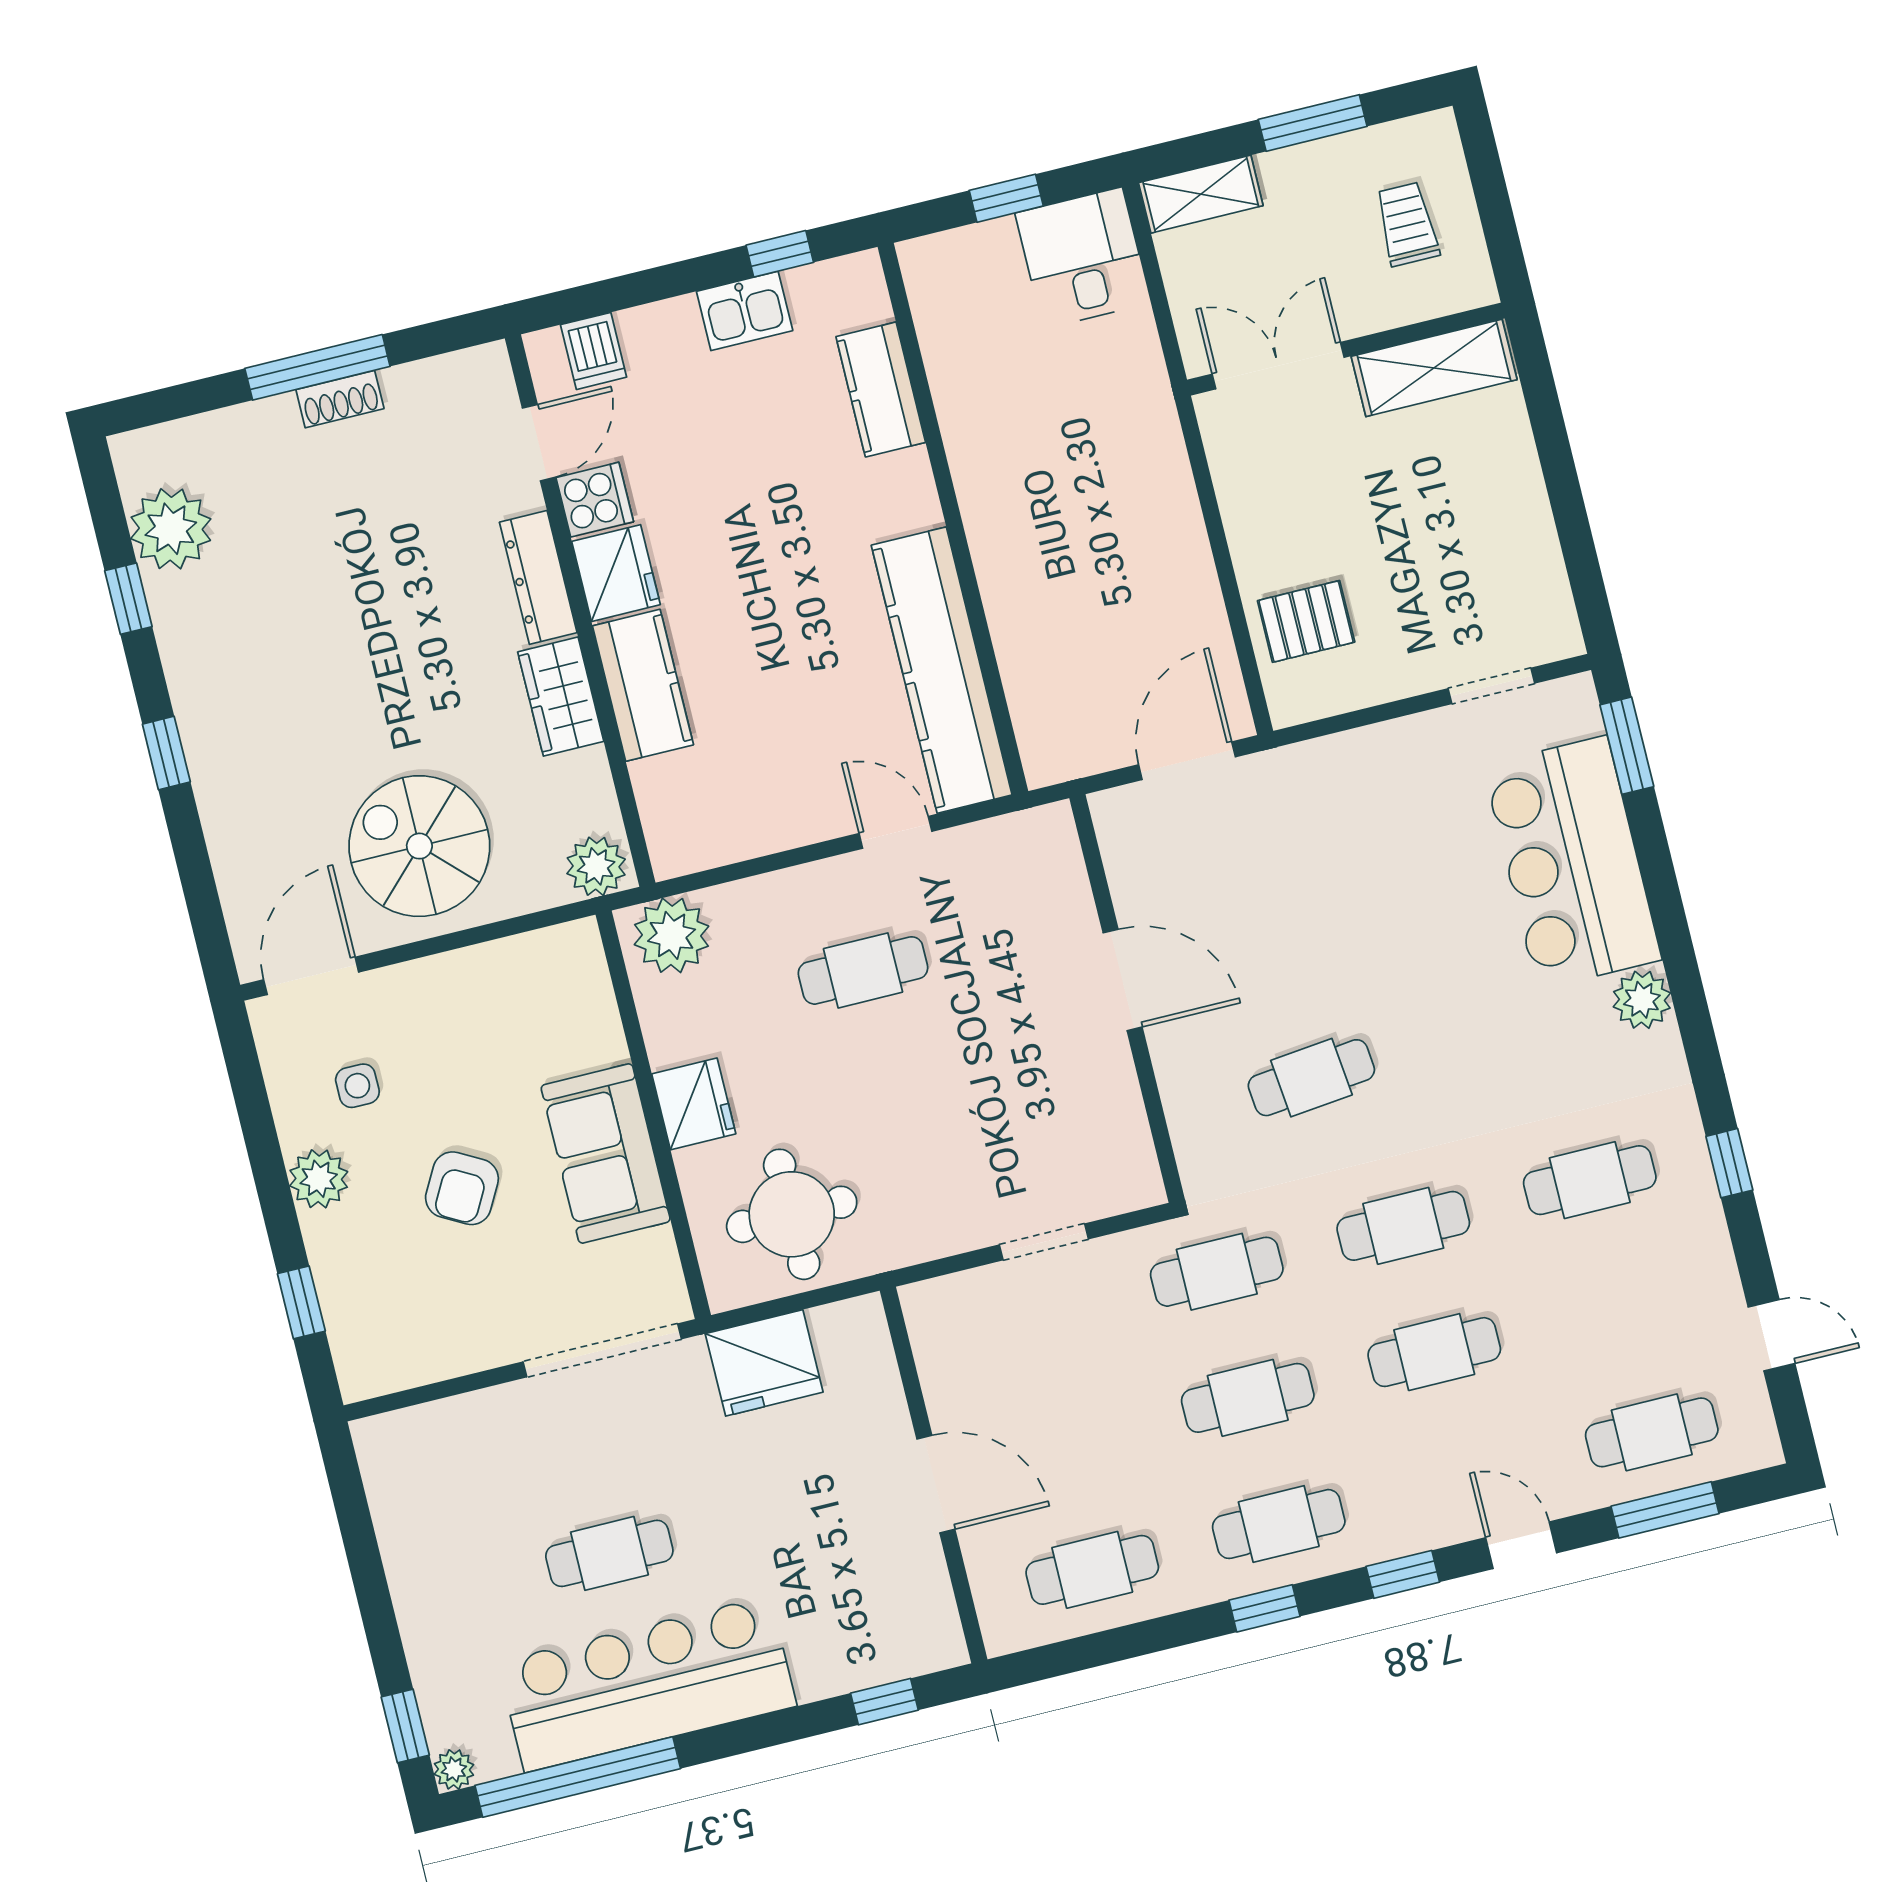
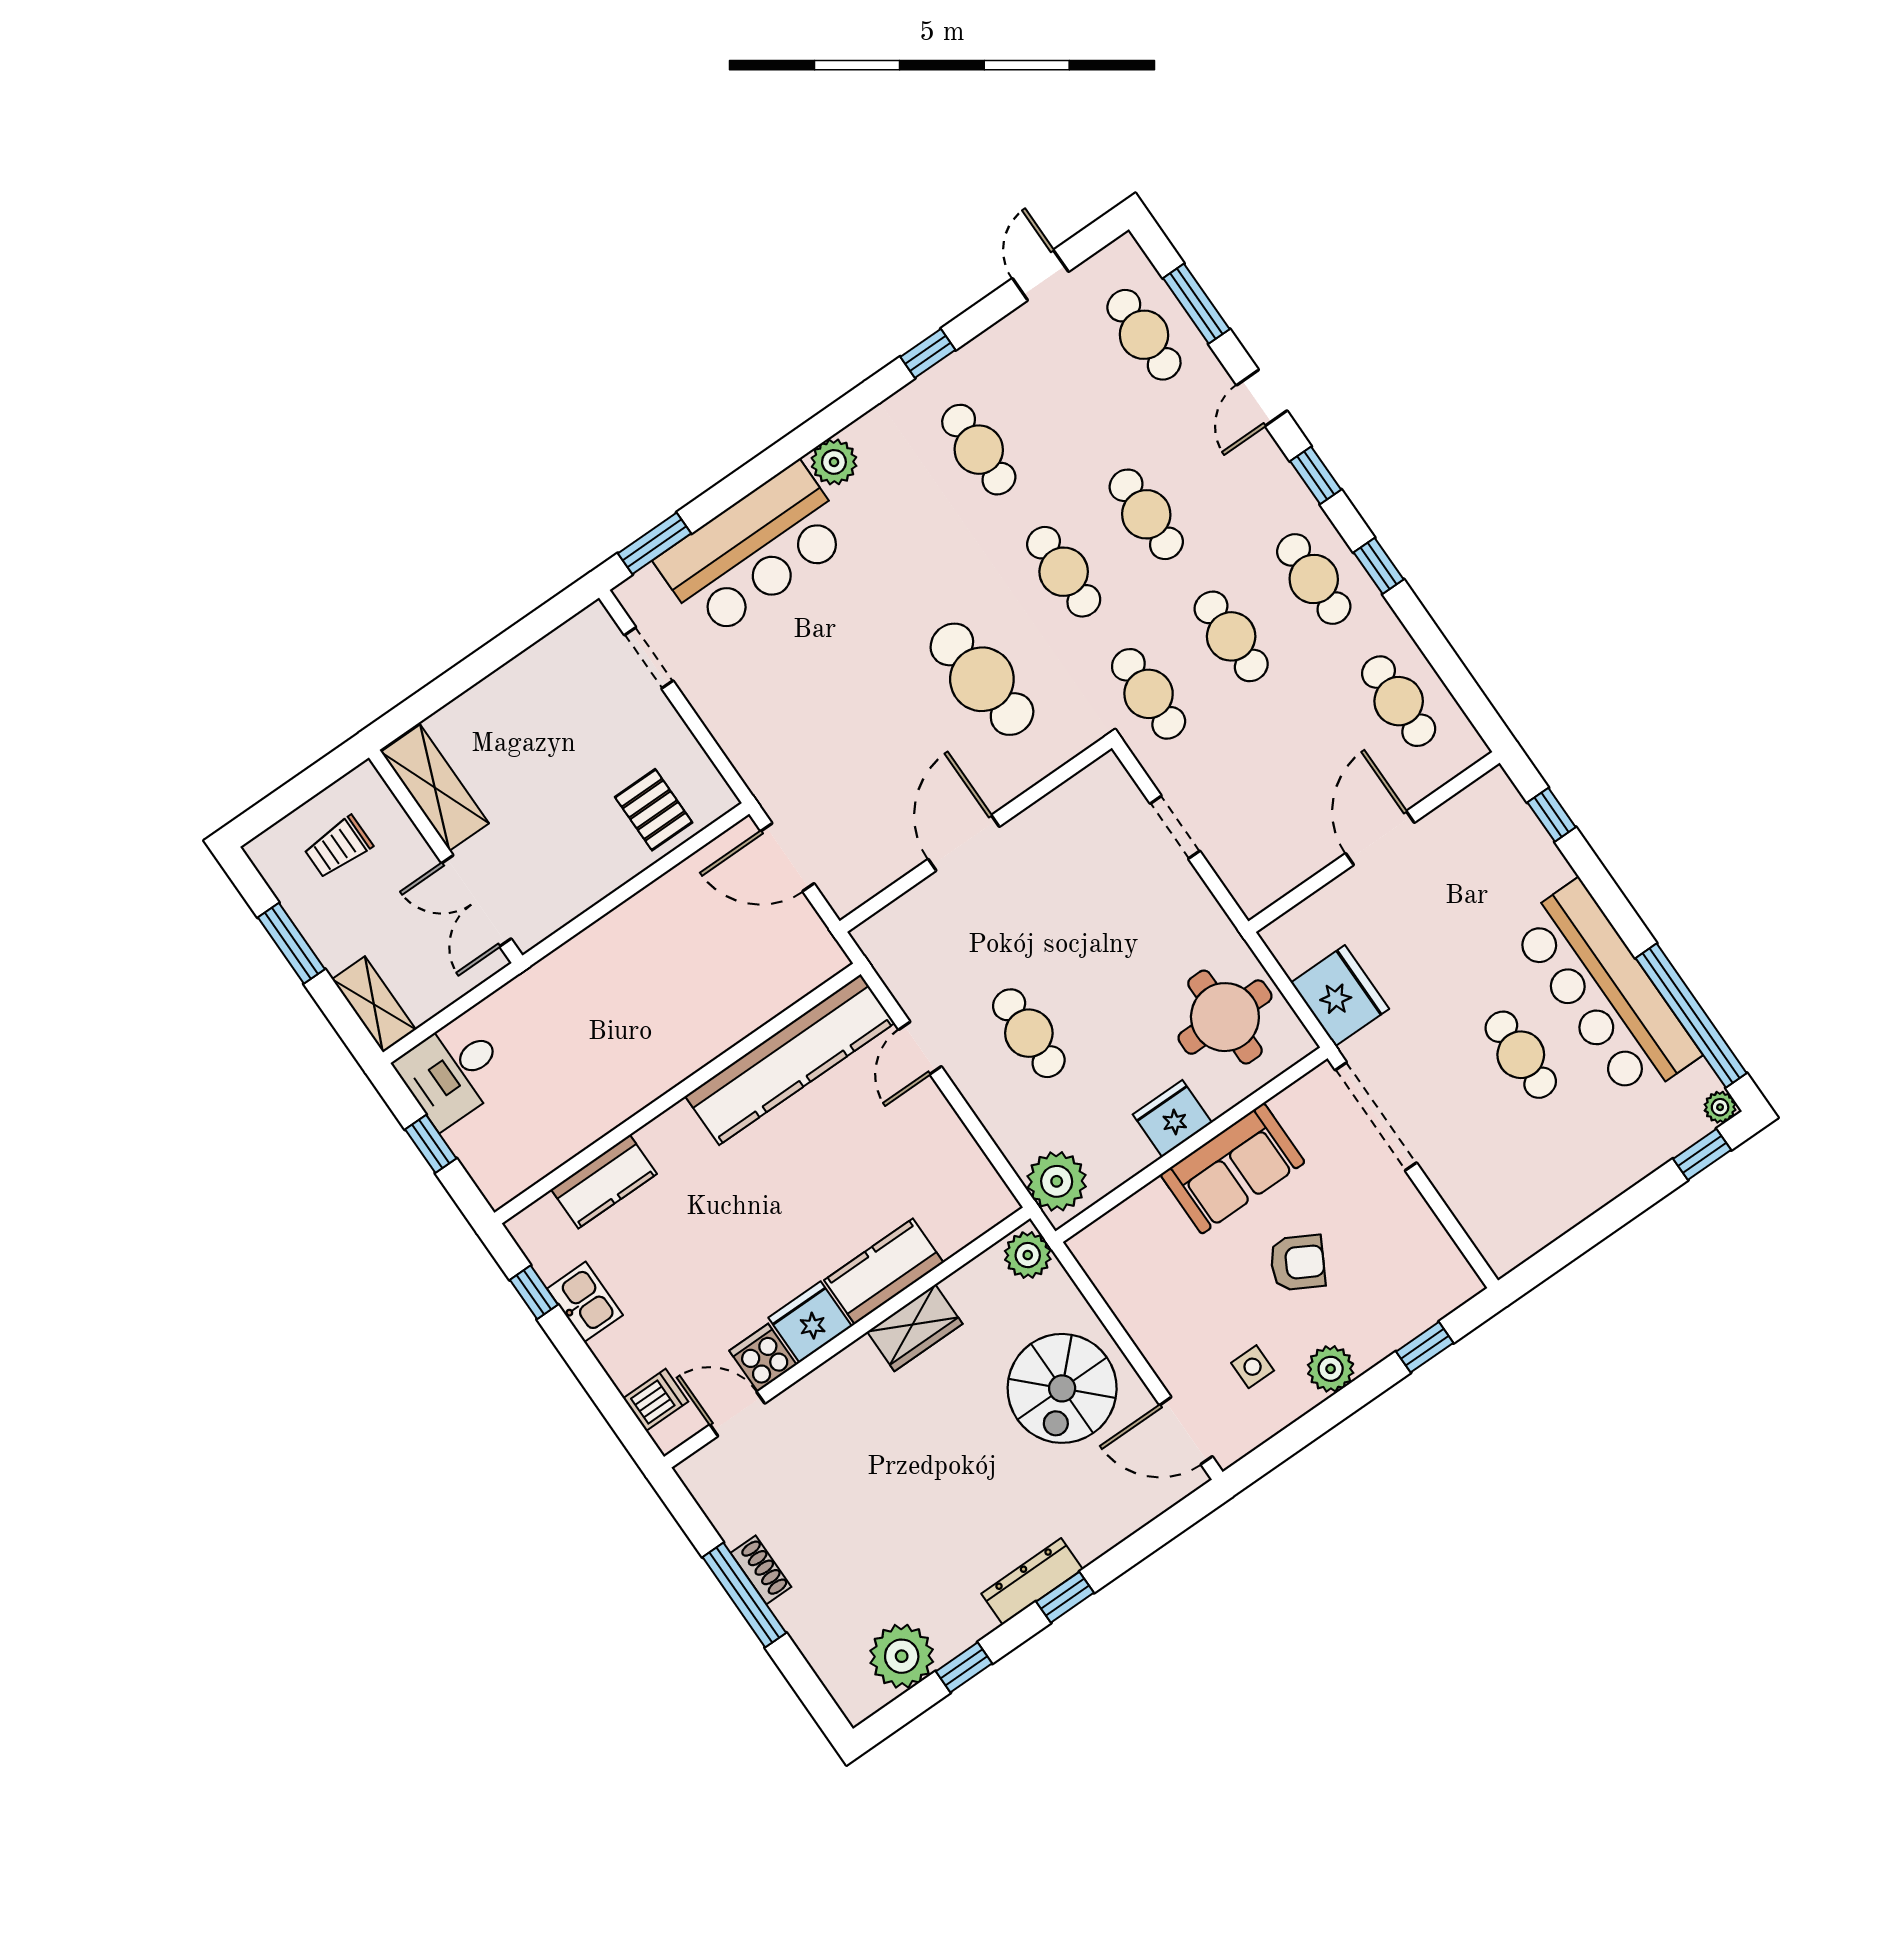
dresser: (538, 577) -> (1032, 1581), moved, turned 180
cafe table: (1311, 1078) -> (982, 679), width x1.37, depth x1.35

